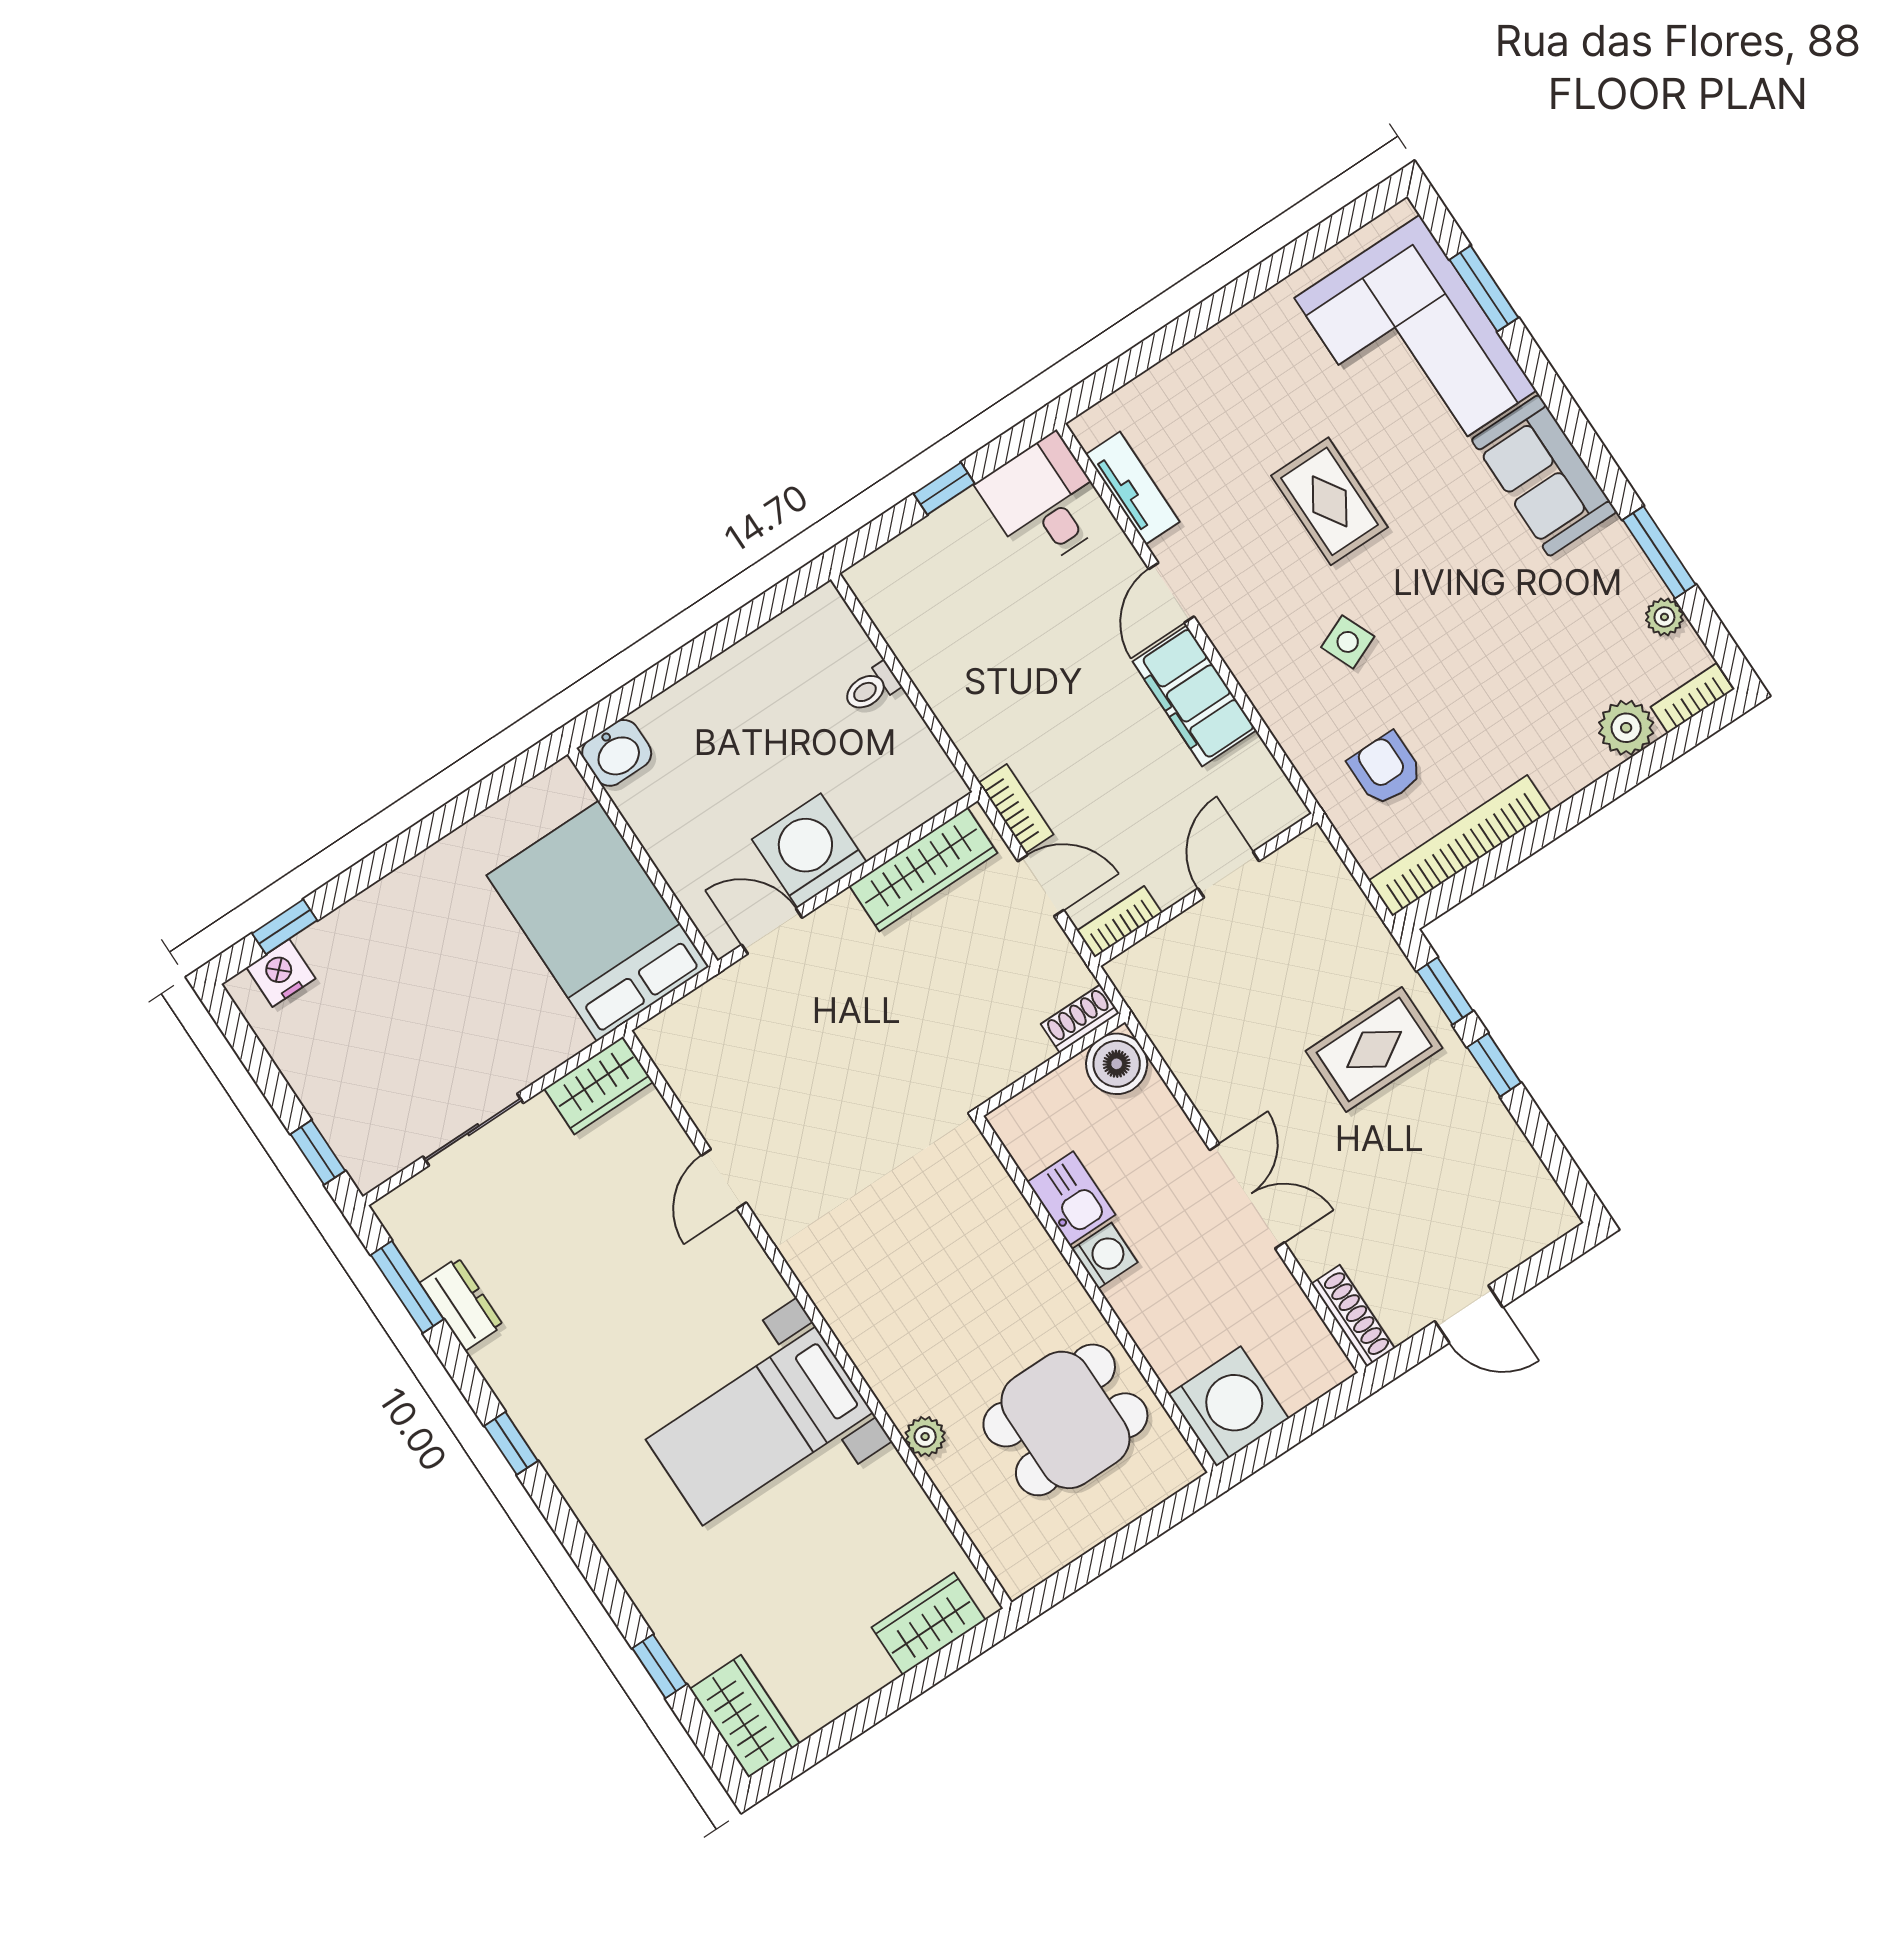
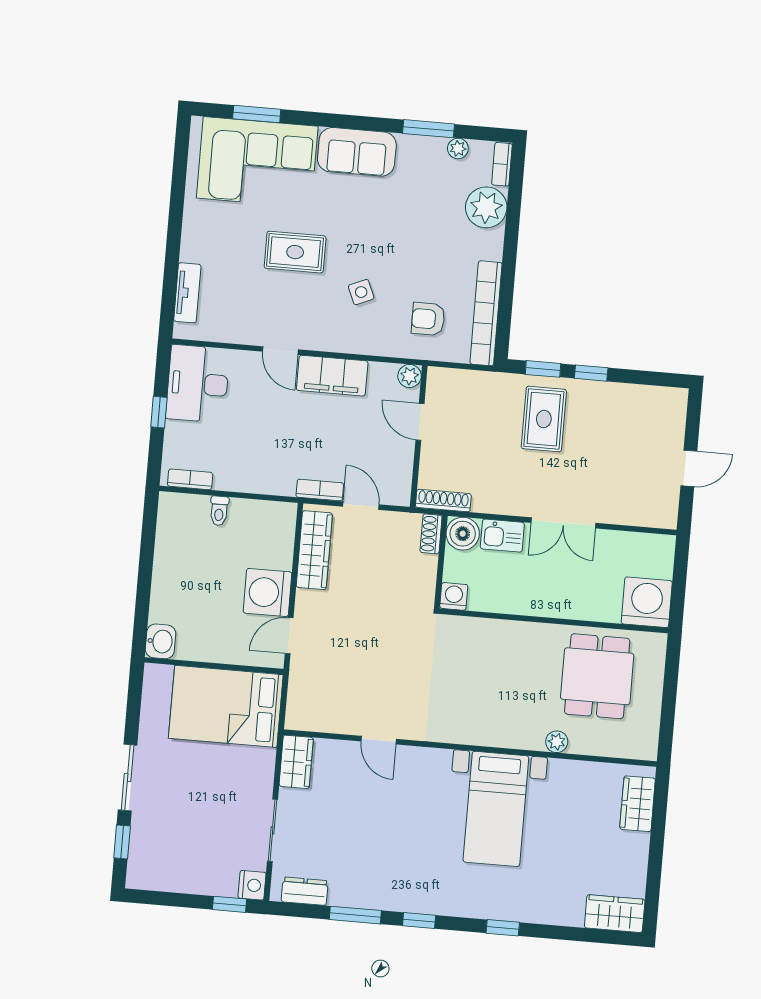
tv unit: (1133, 488) -> (187, 293), moved, turned 90
desk: (1045, 502) -> (198, 384), width x1.37
plant: (1626, 728) -> (486, 207), width x1.36, depth x1.36
plant: (1282, 807) -> (410, 376), added
sliding door: (383, 861) -> (128, 778), added
door: (1041, 886) -> (361, 506), hinge flipped
bookcase: (1119, 922) -> (190, 479), moved, turned 90
nightstand: (281, 973) -> (252, 885), moved, turned 180
double door: (1247, 1196) -> (563, 523), swing flipped
kitchen sink: (1071, 1198) -> (502, 536), moved, turned 180
washing machine: (1105, 1256) -> (454, 596), moved
window: (407, 1287) -> (355, 915), moved
dresser: (462, 1304) -> (305, 891), moved
shoe rack: (1353, 1316) -> (443, 501), moved
window: (659, 1666) -> (503, 928), moved

